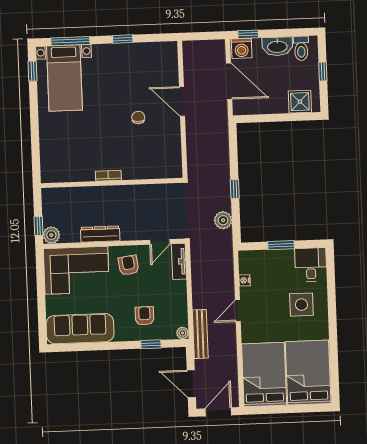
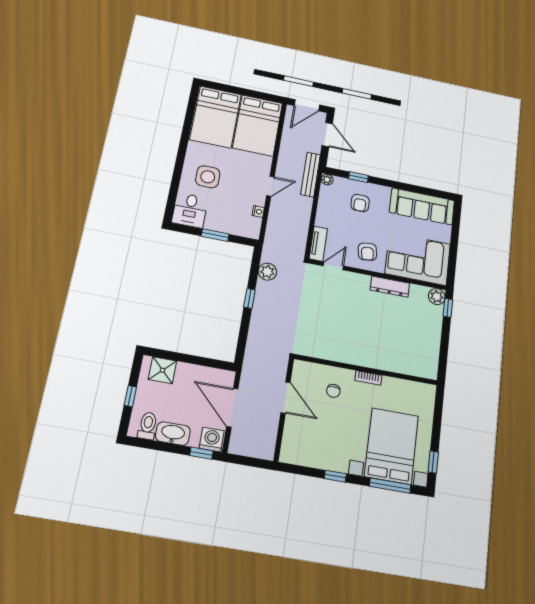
bed with nightstands: (64, 78) -> (392, 446), width x1.36
bookcase: (108, 176) -> (368, 378), moved
wall: (112, 183) -> (366, 370), moved

